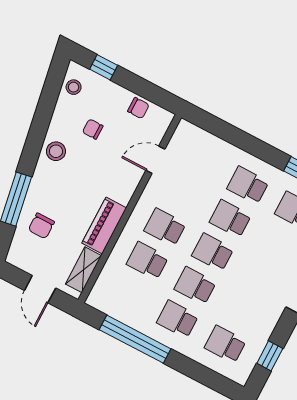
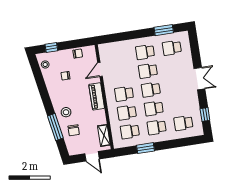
stool: (56, 151) -> (66, 112), moved
piano: (104, 226) -> (97, 96), moved
school desk: (130, 294) -> (130, 131), added
window: (135, 339) -> (145, 148), width x0.47

